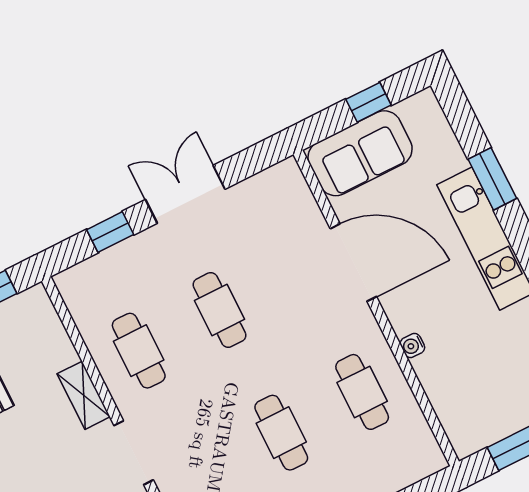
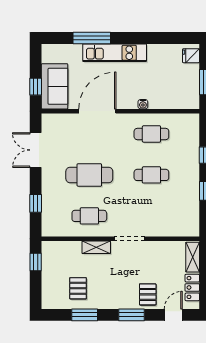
window: (368, 102) -> (36, 87), moved
window: (492, 179) -> (92, 38), width x1.44
double door: (185, 194) -> (36, 150), moved
cafe table: (220, 310) -> (89, 175), width x1.37, depth x1.35

